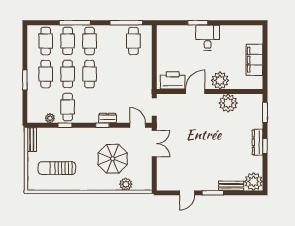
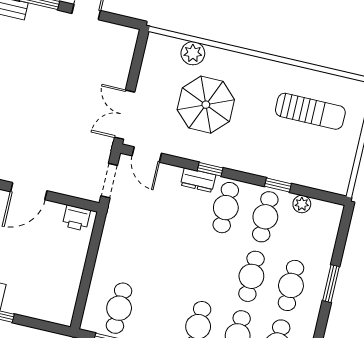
cafe table: (90, 74) -> (226, 208), moved
printer: (173, 80) -> (76, 218), width x0.53, depth x0.68
bench: (32, 140) -> (344, 173), removed

